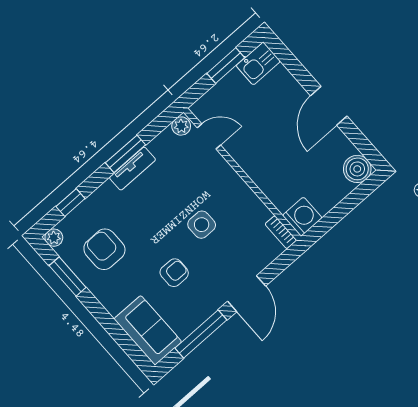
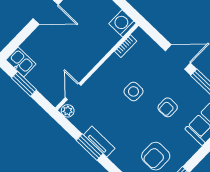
bookcase: (281, 232) -> (126, 46), moved
armchair: (174, 273) -> (168, 107), turned -90

